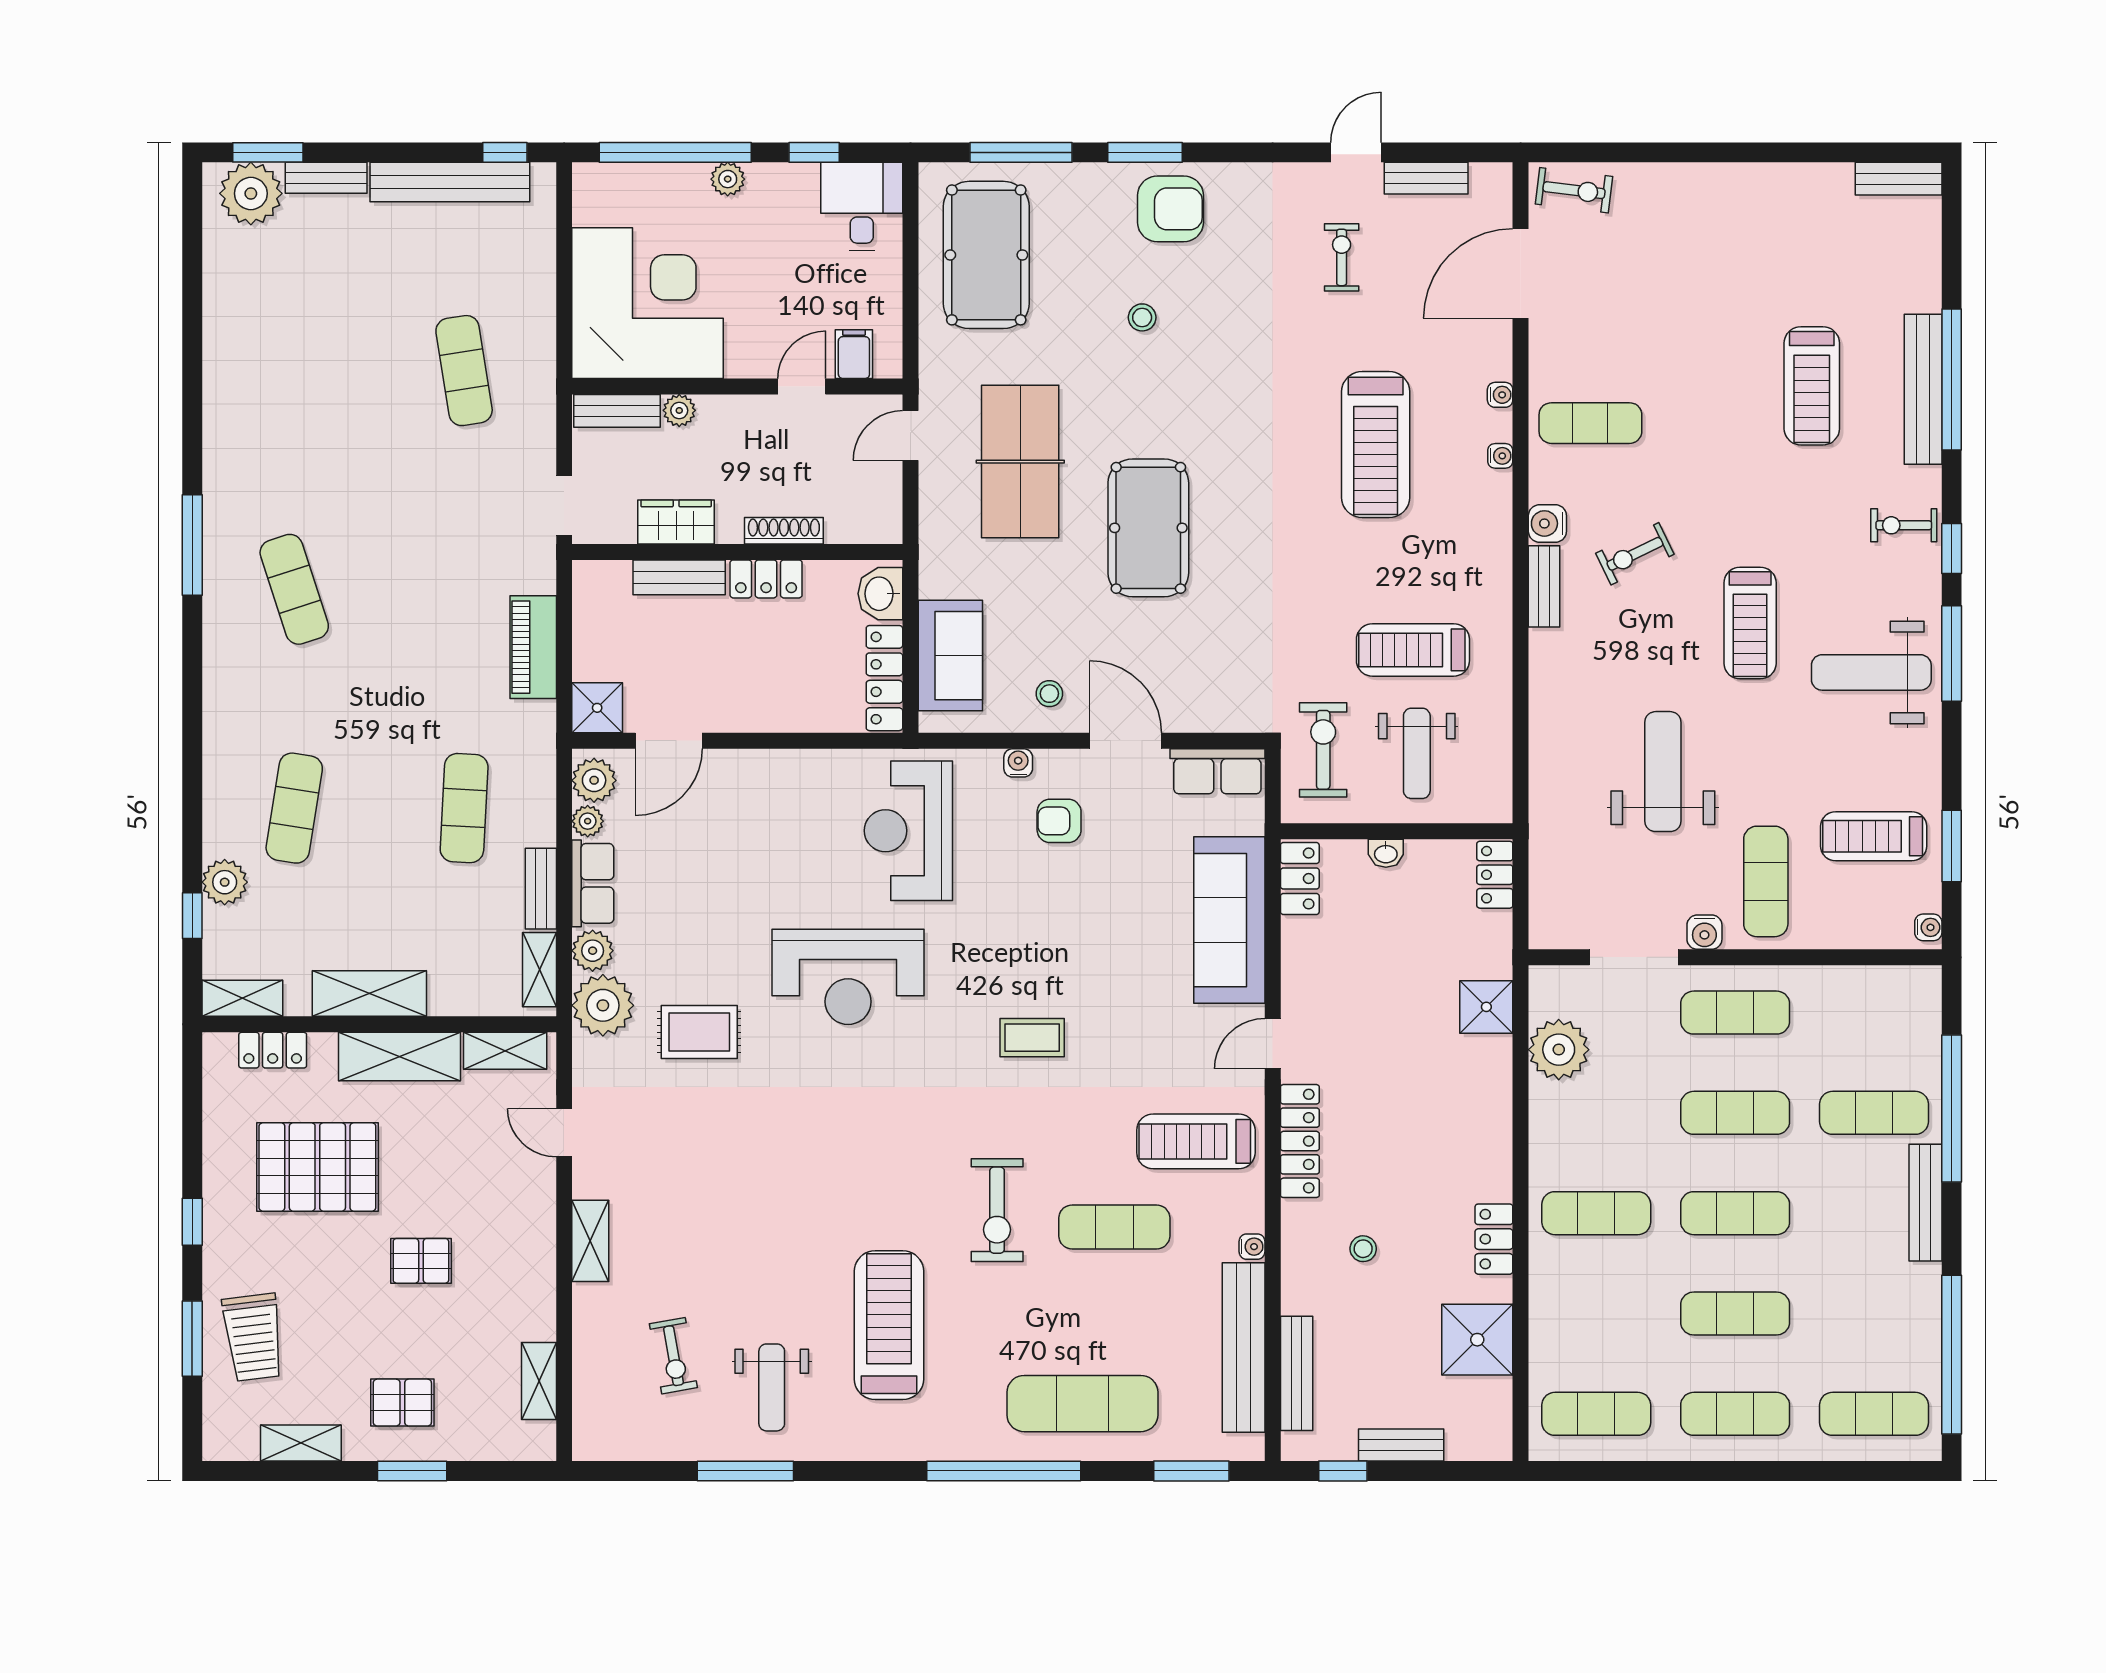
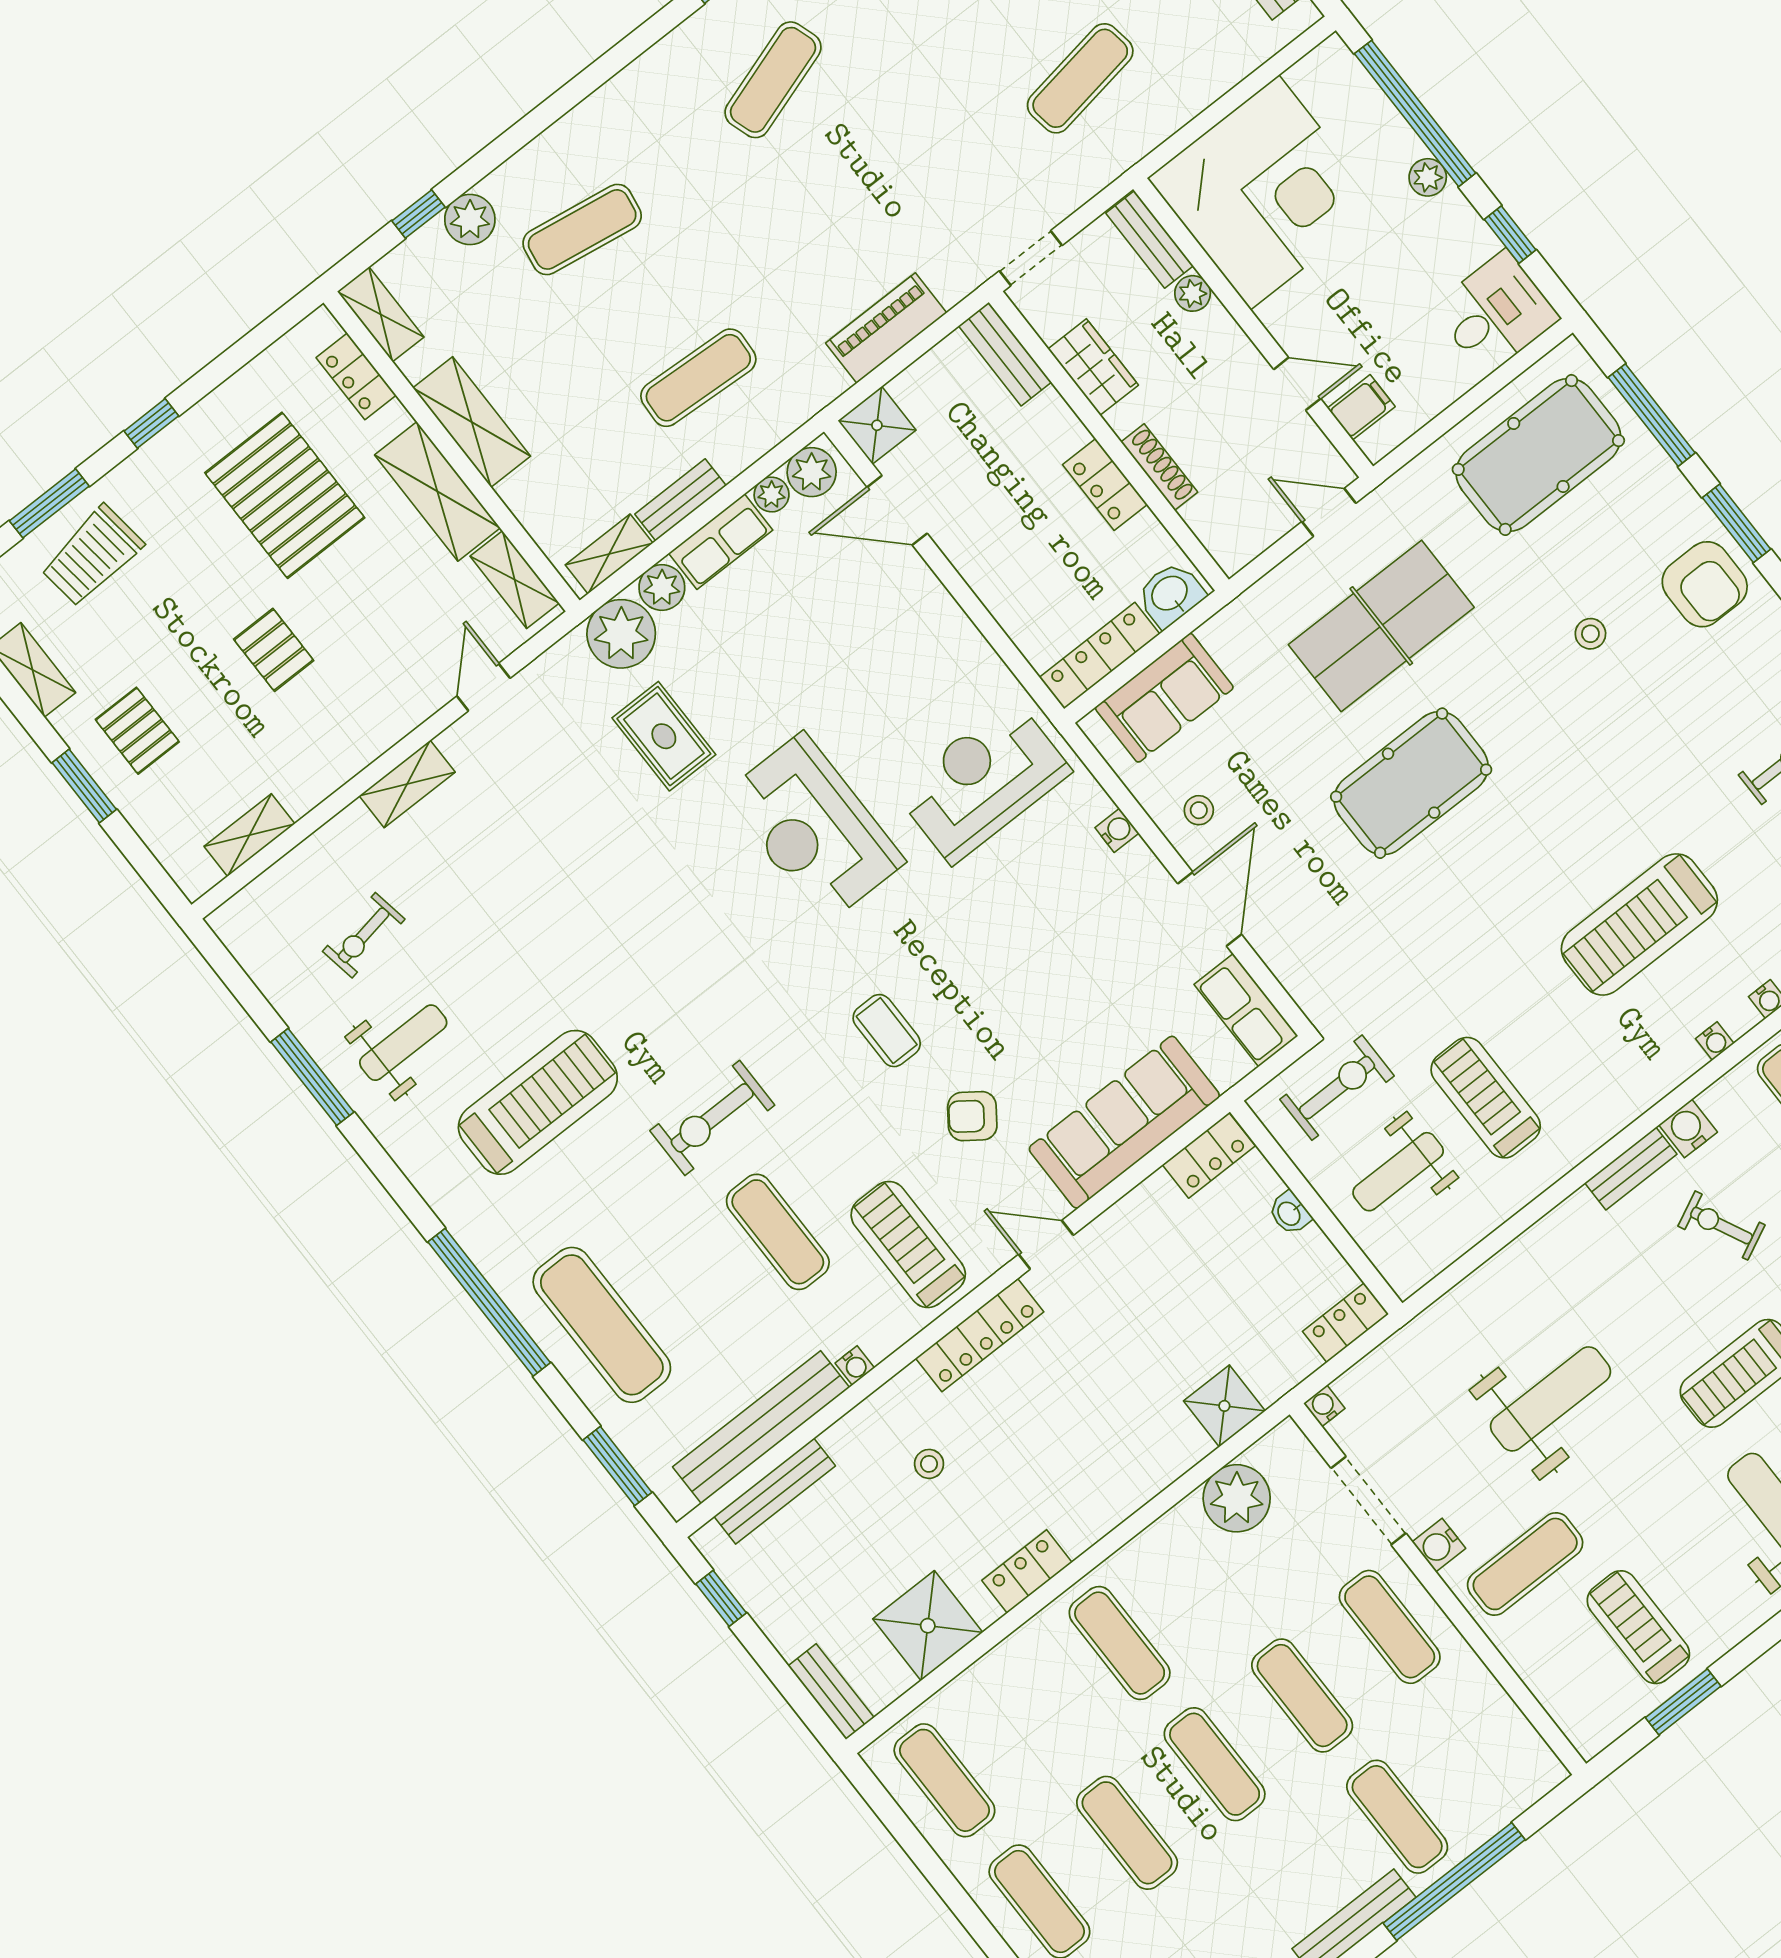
bench: (679, 577) -> (1005, 354), moved
armchair: (1059, 821) -> (972, 1116), moved, turned -54
water cooler: (1928, 927) -> (1324, 1406), moved, turned 180
weight bench: (772, 1387) -> (403, 1043), turned 180
bench: (1401, 1445) -> (831, 1692), moved

